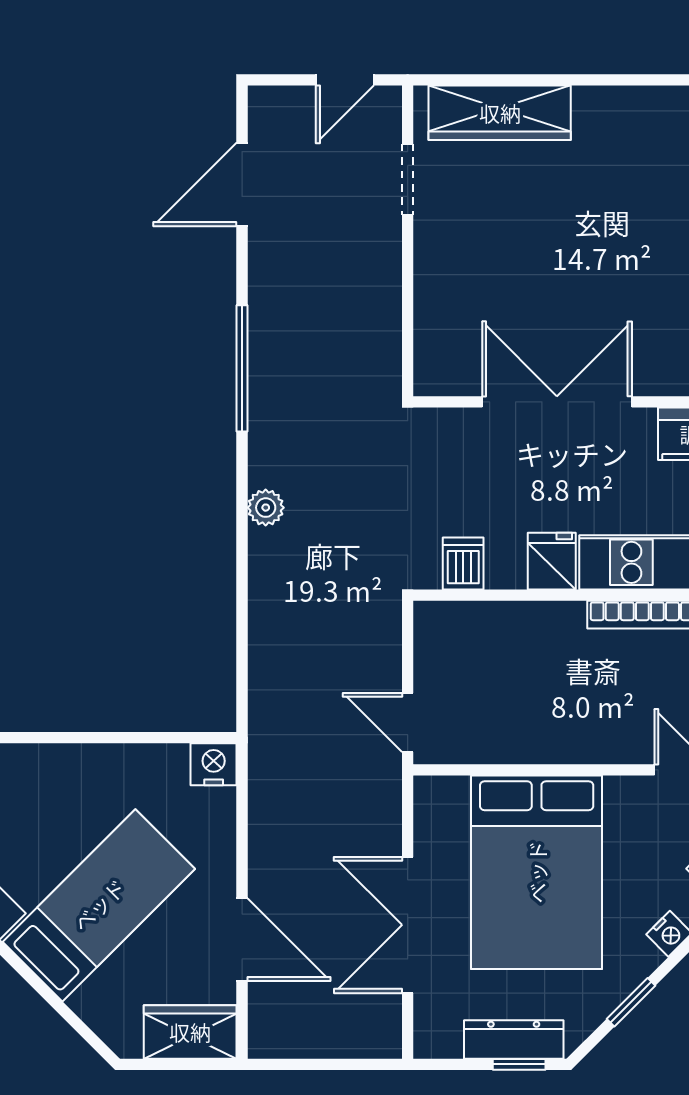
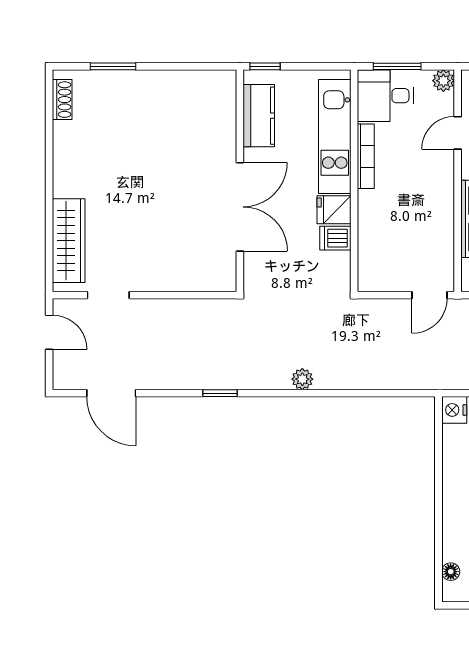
window: (242, 368) -> (220, 393), width x0.46
double door: (557, 402) -> (240, 207), swing flipped
dishwasher: (463, 563) -> (335, 238), moved

